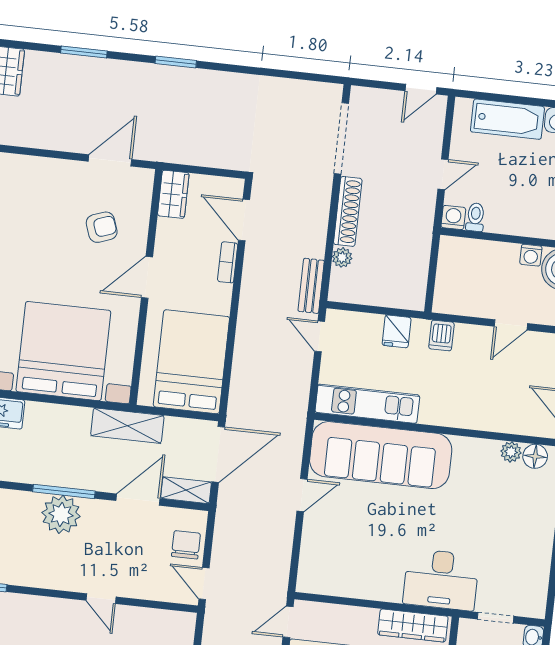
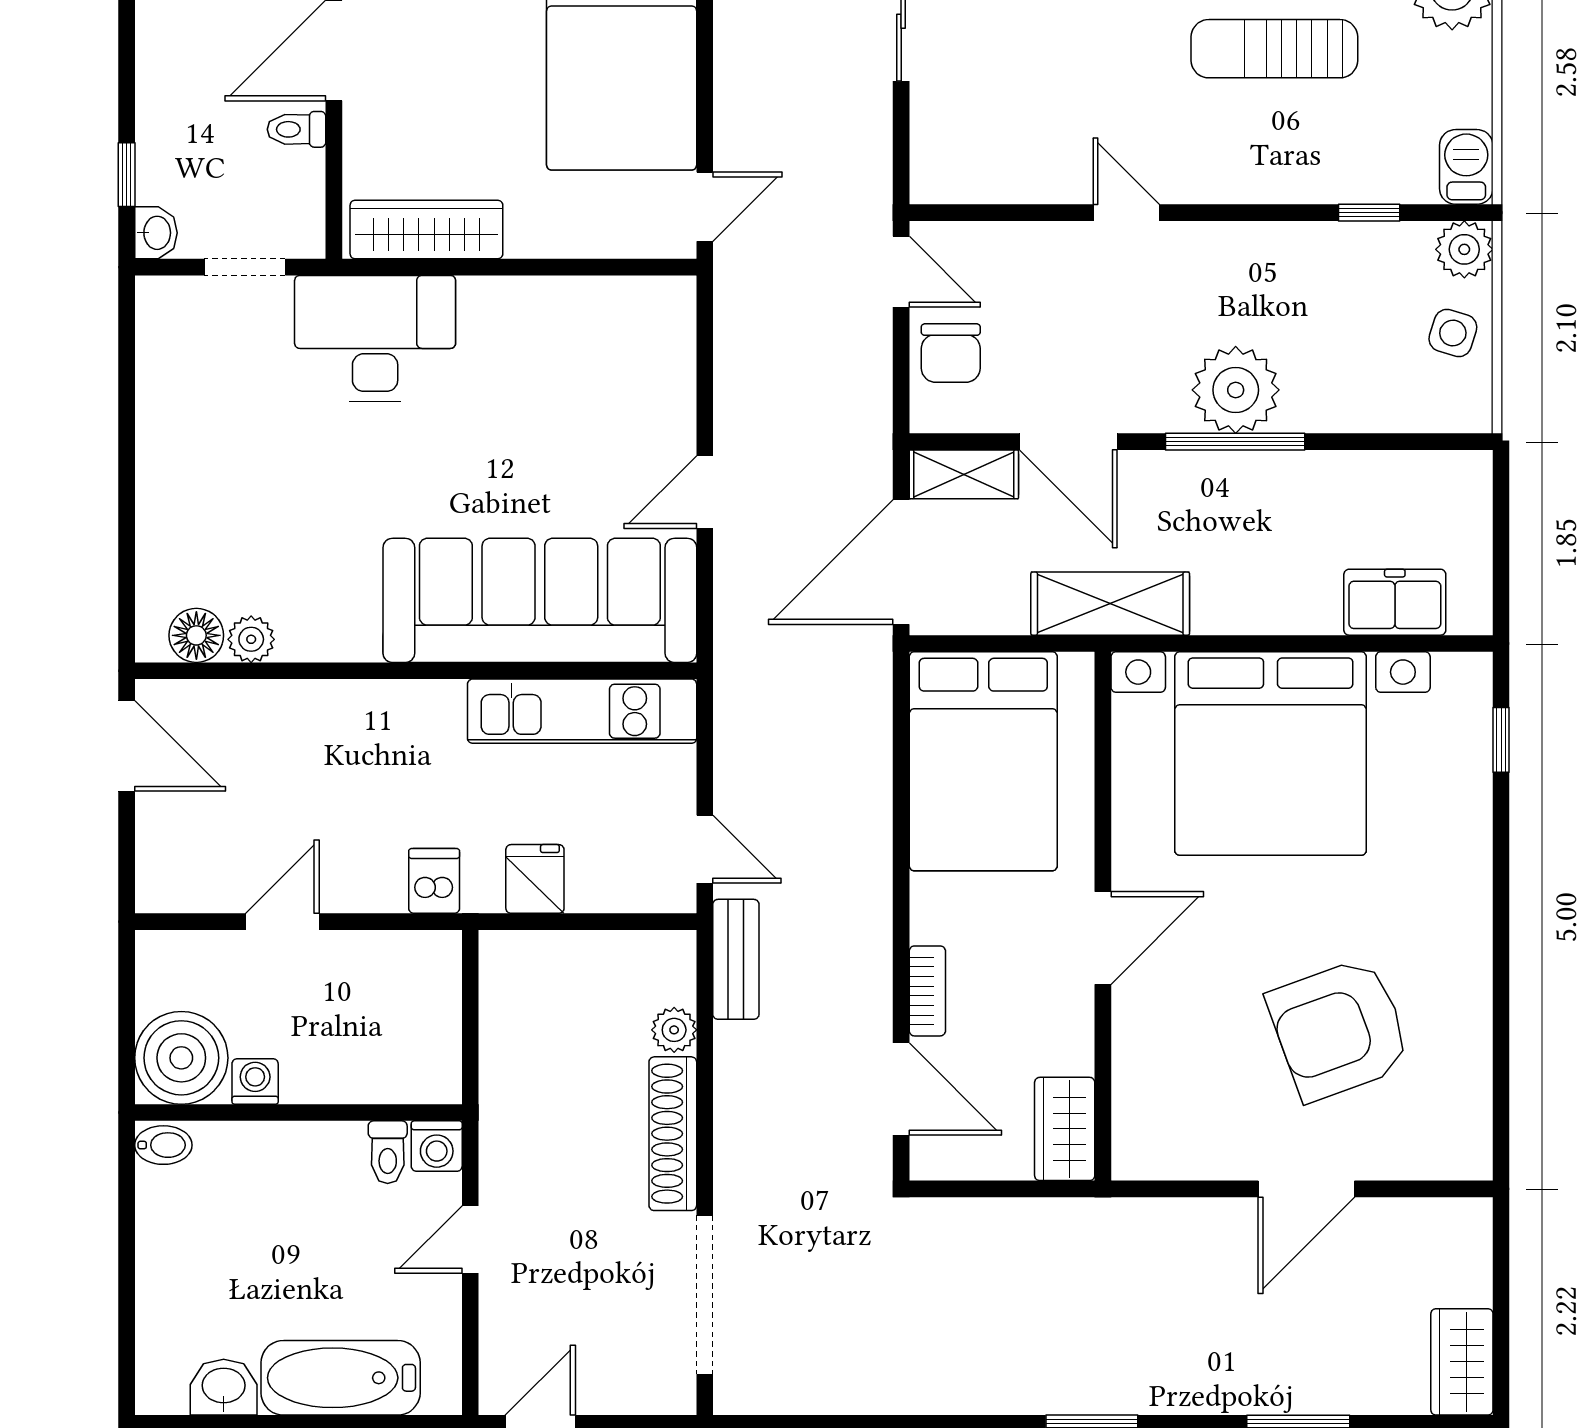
door: (110, 160) -> (1306, 1189), moved
armchair: (102, 227) -> (1339, 1029), moved, width x1.88, depth x1.88
door: (138, 500) -> (1068, 442), hinge flipped

